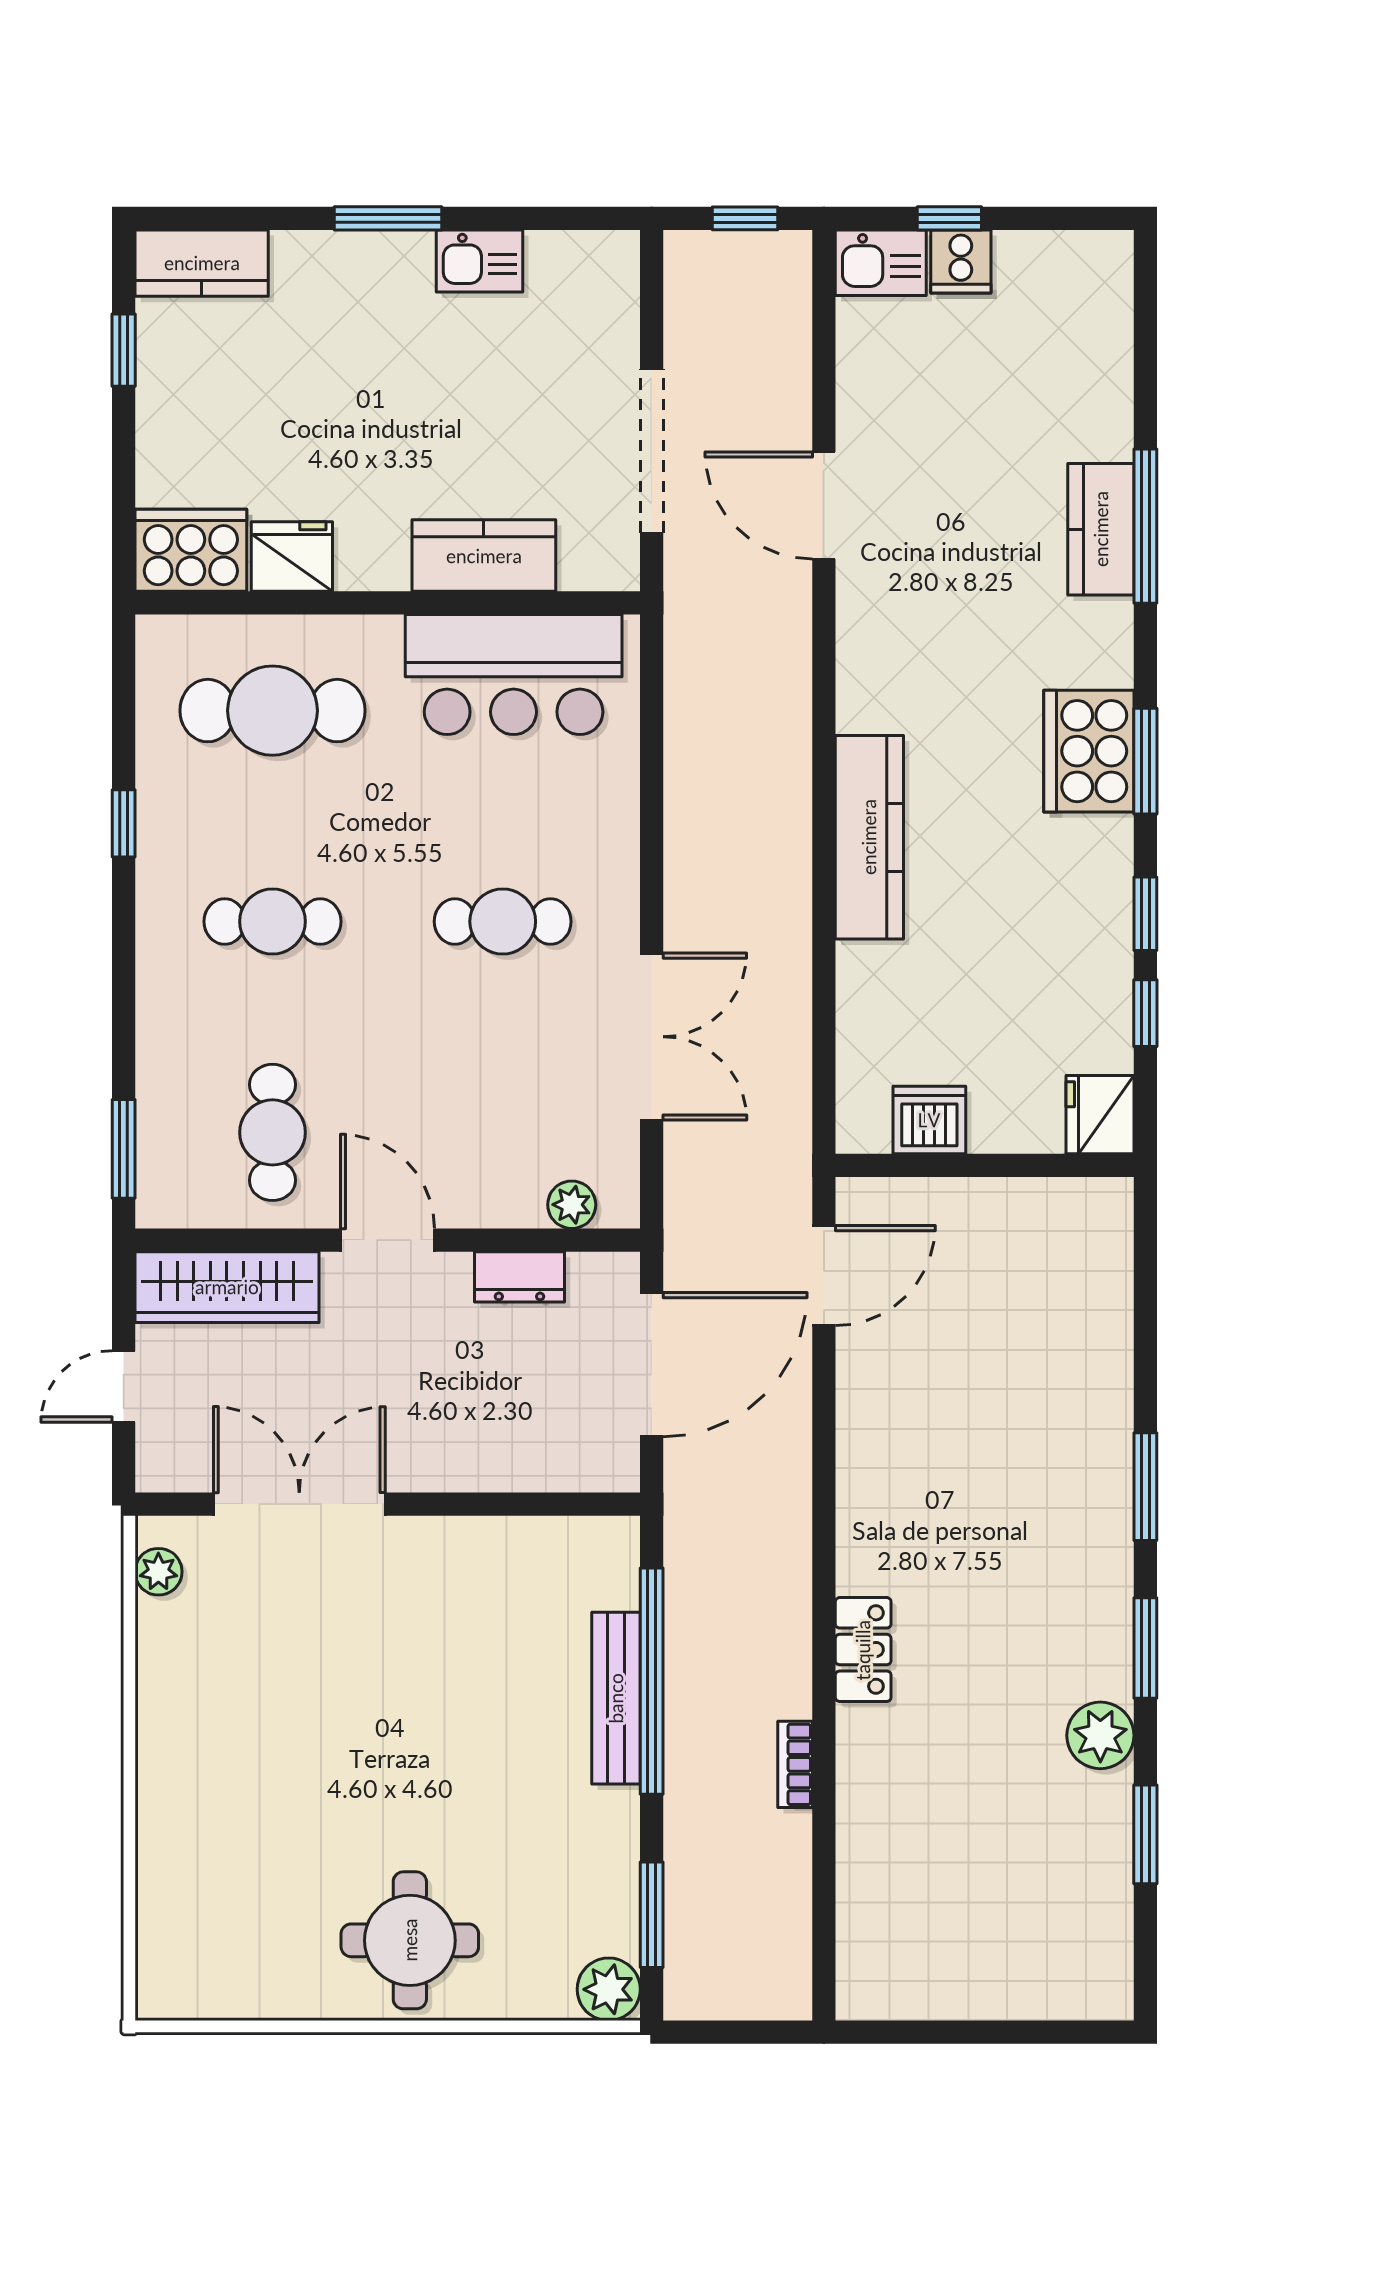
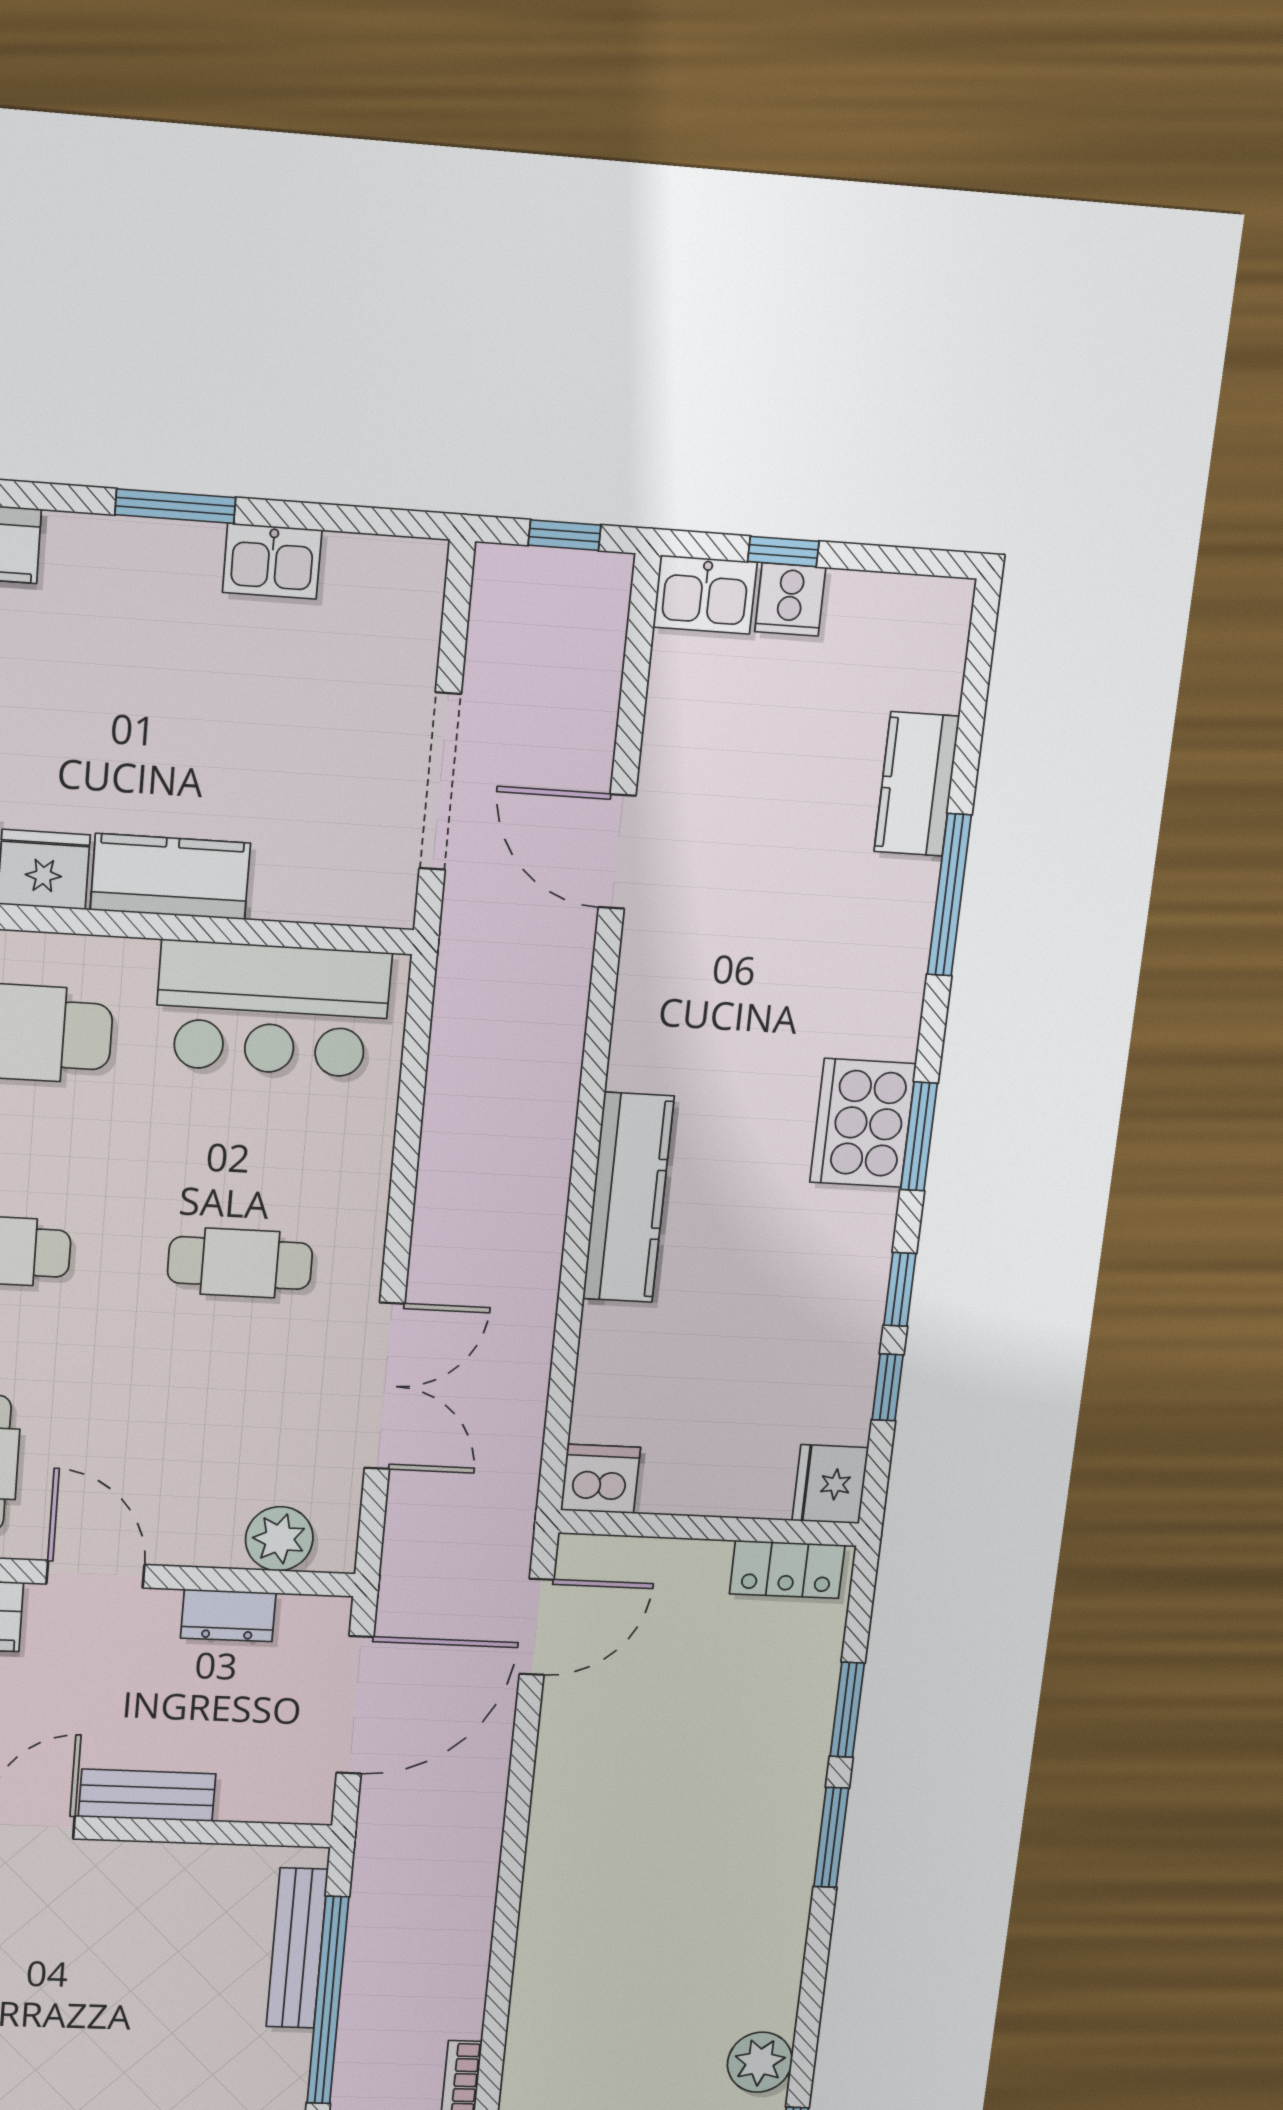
kitchen counter: (1101, 529) -> (917, 784), moved
kitchen counter: (484, 556) -> (170, 876), moved
dishwasher: (929, 1120) -> (600, 1479), moved
plant: (572, 1205) -> (279, 1539), width x1.38, depth x1.38
bench: (454, 1467) -> (147, 1795), added
window: (1145, 1648) -> (847, 1710), moved
locker: (863, 1650) -> (787, 1569), moved, turned 90
bench: (616, 1698) -> (297, 1948), moved

